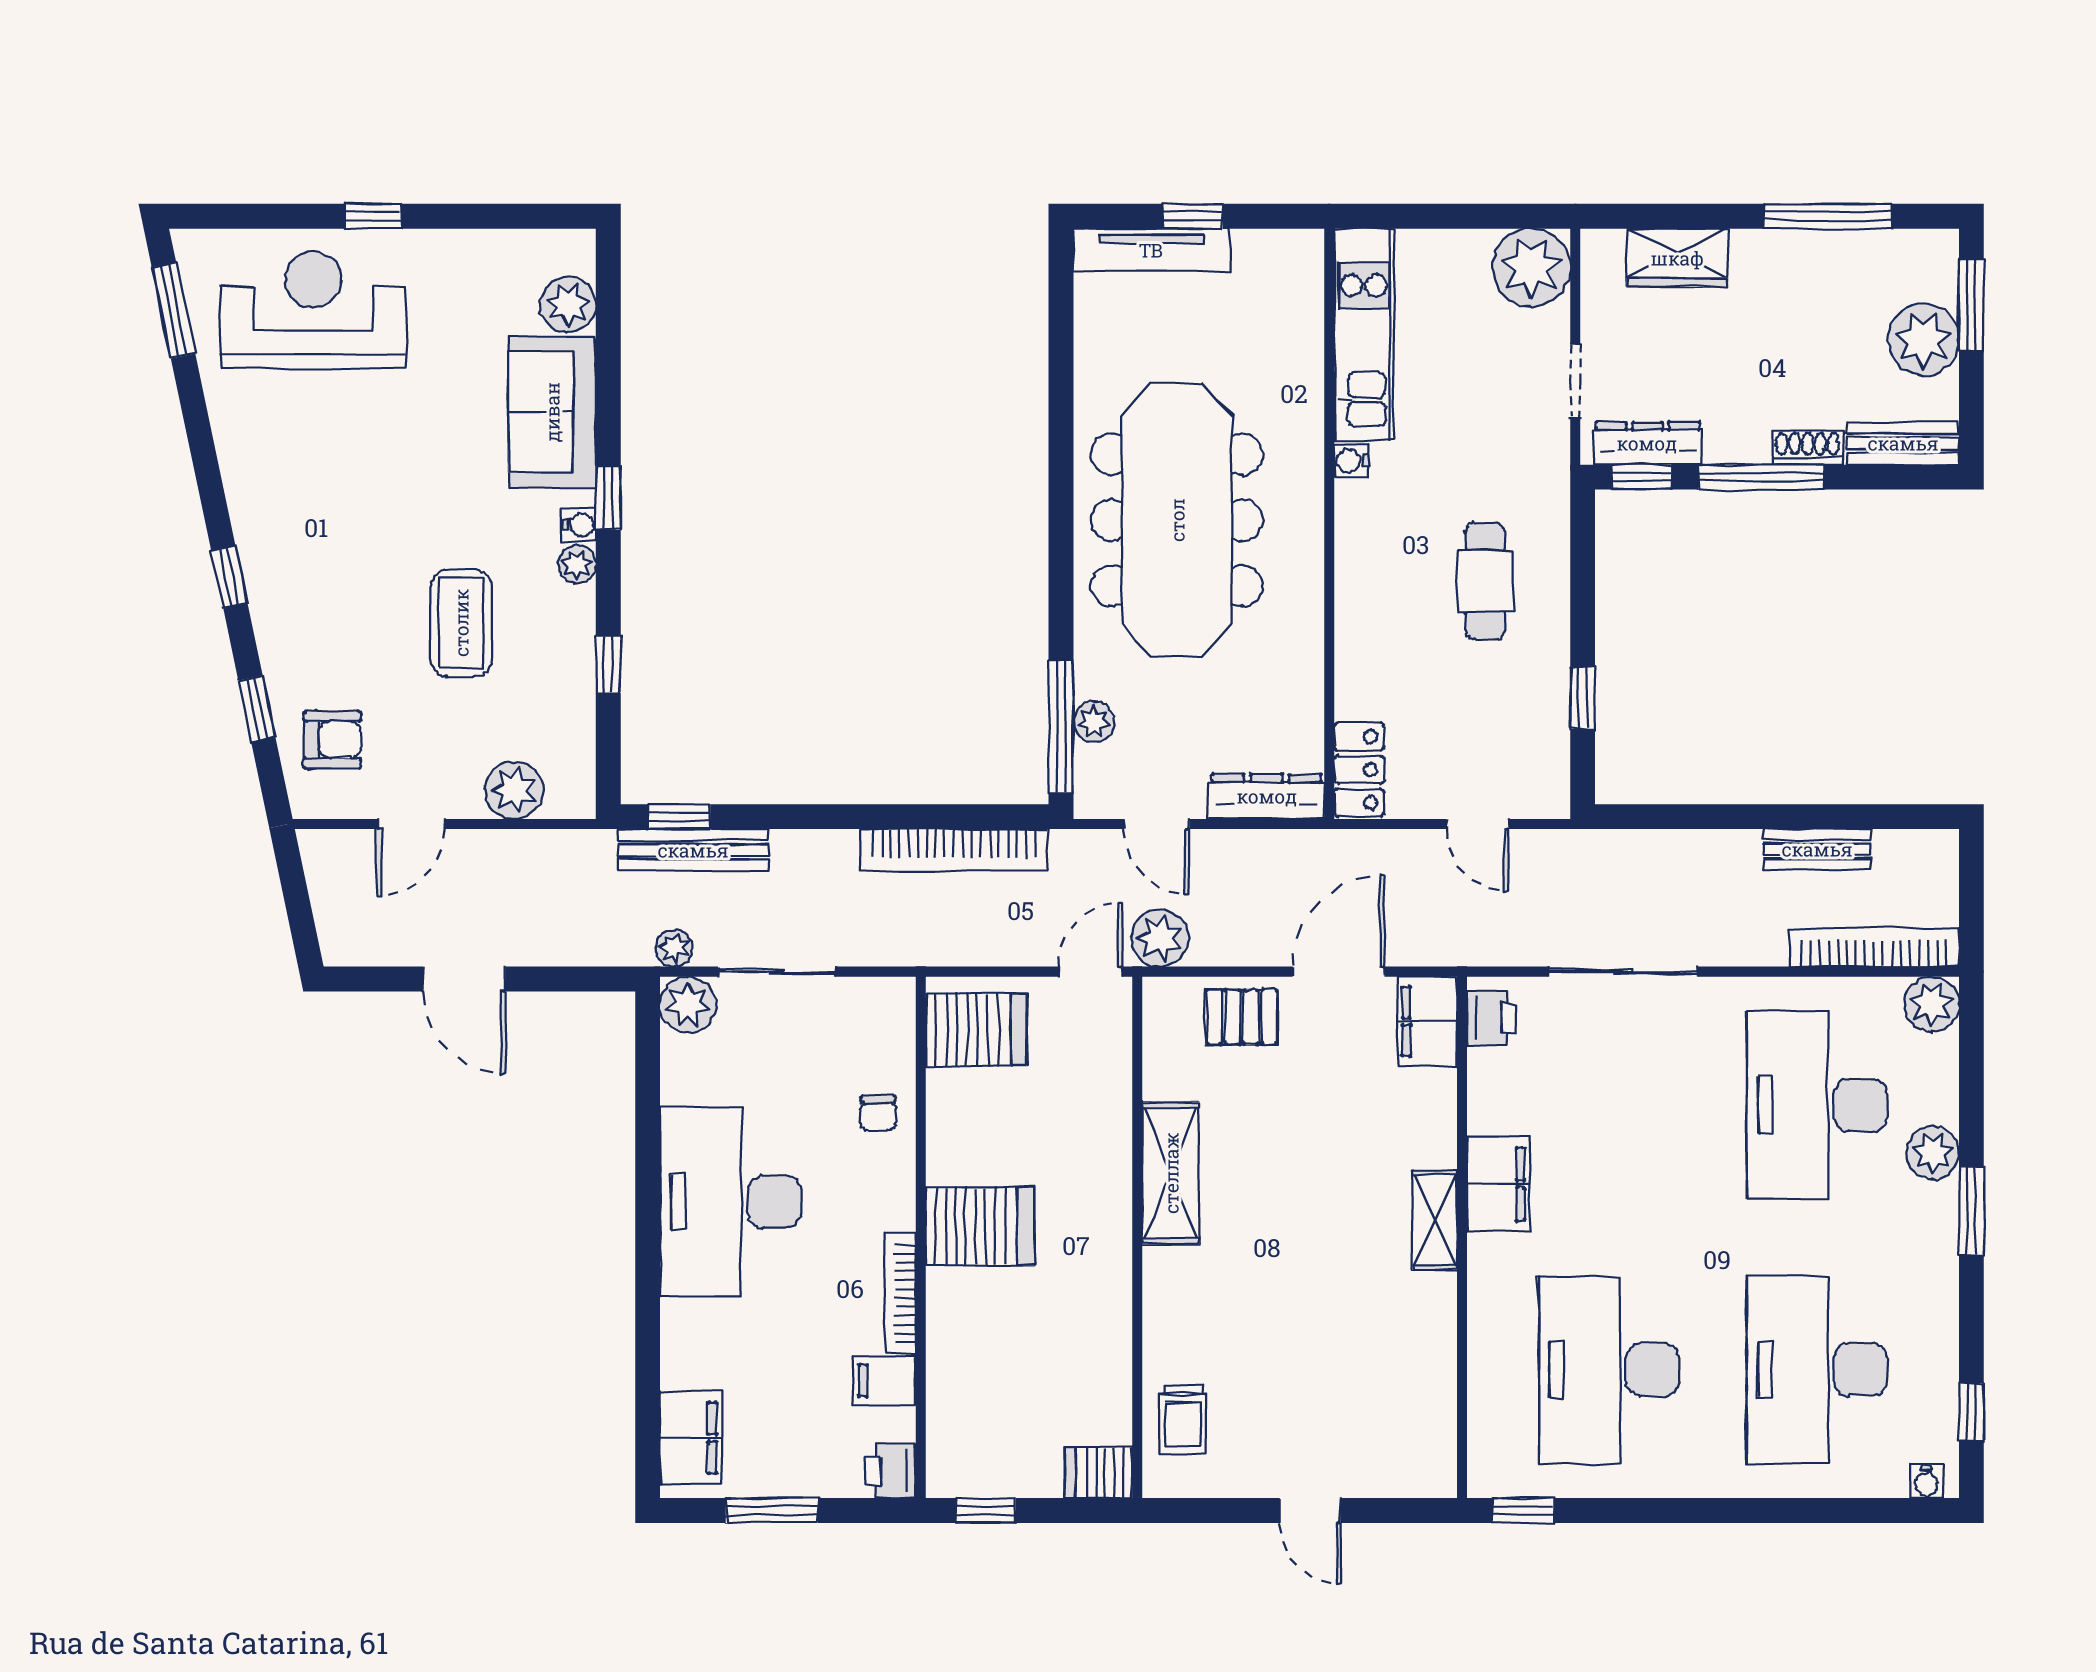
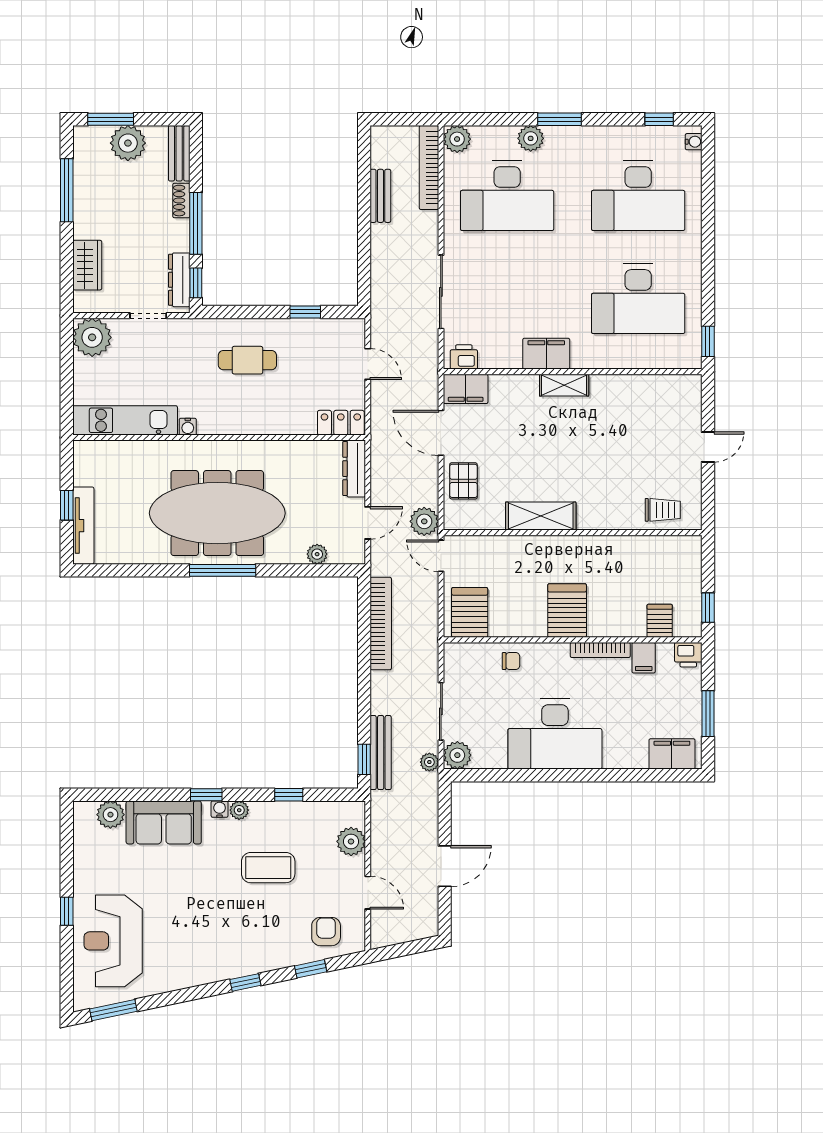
window: (1061, 727) -> (223, 570), moved
door: (1478, 824) -> (368, 364), hinge flipped
server rack: (1099, 1473) -> (660, 621), moved, turned 180

